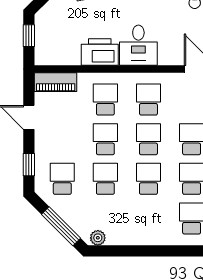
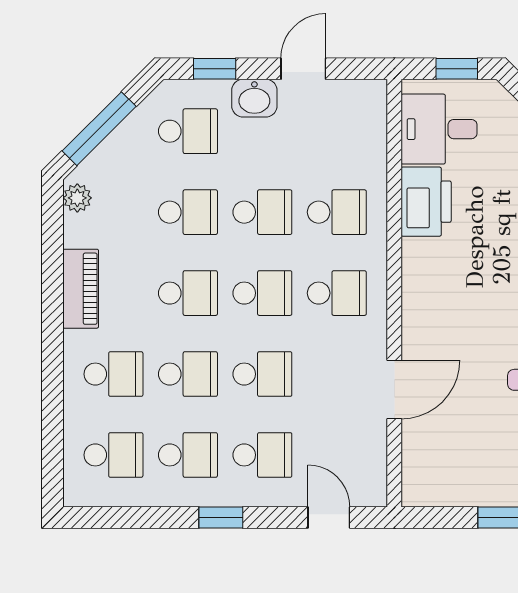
desk: (138, 45) -> (439, 129), moved
piano: (56, 82) -> (81, 289), moved, turned 180
washbasin: (45, 143) -> (254, 98), added

